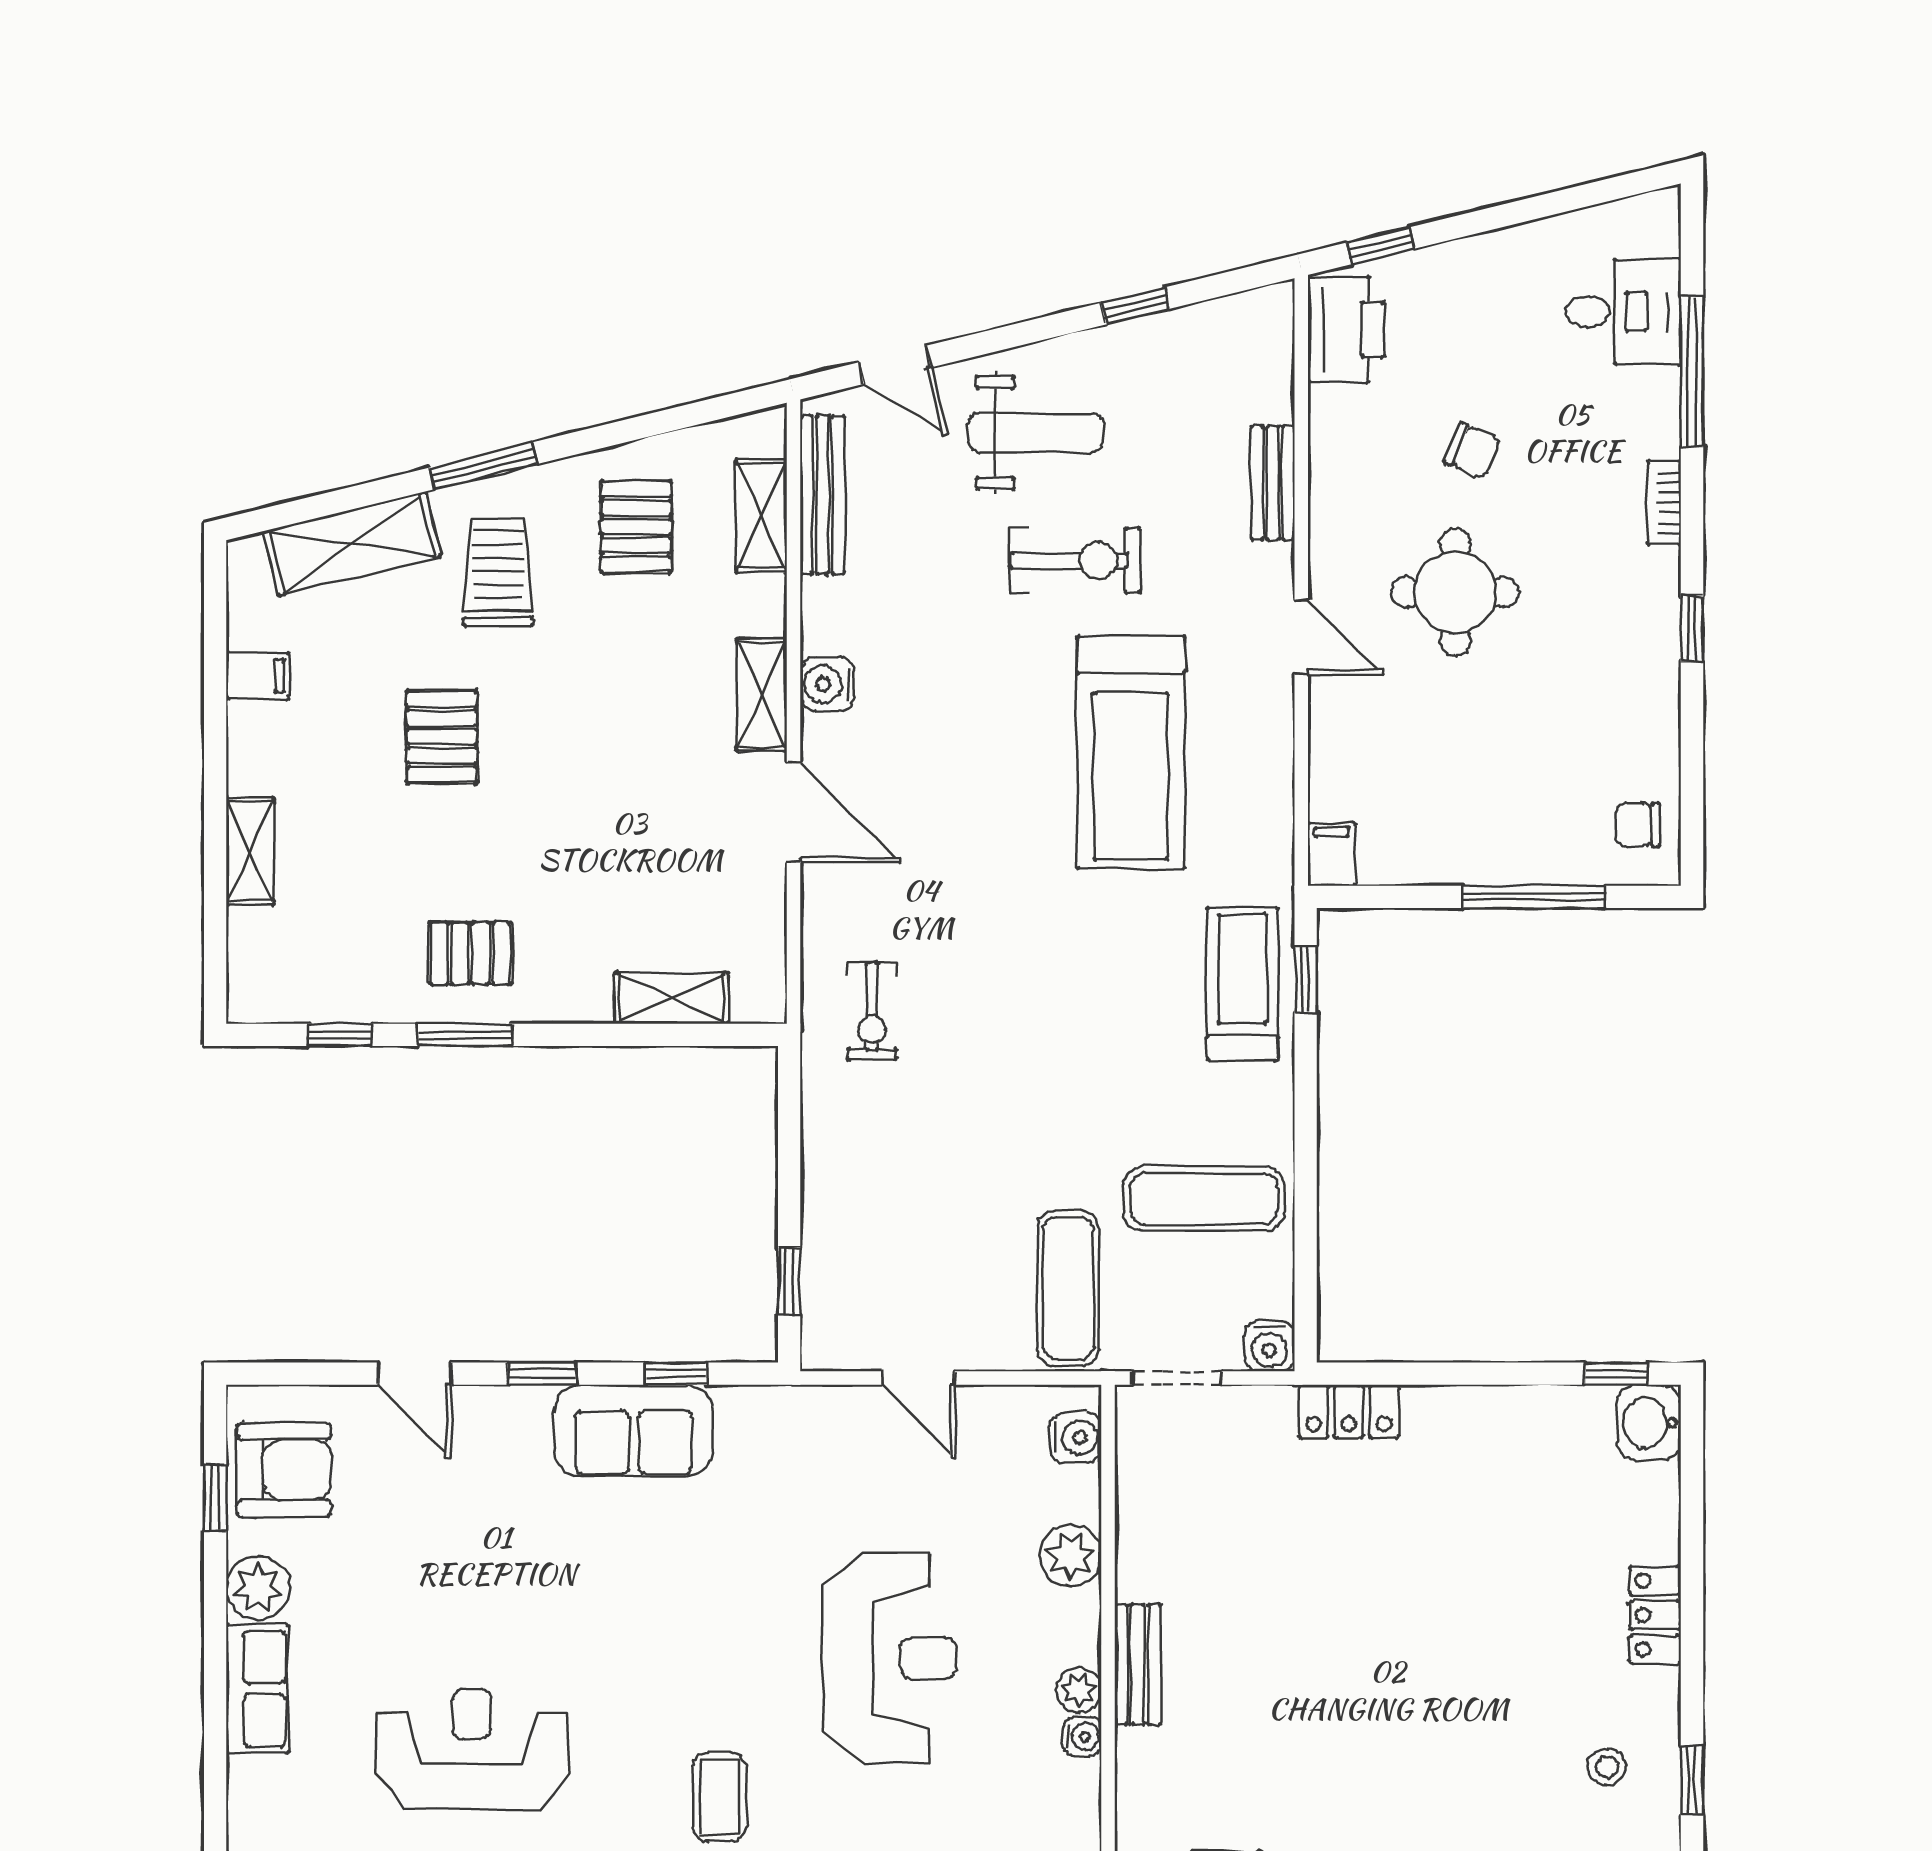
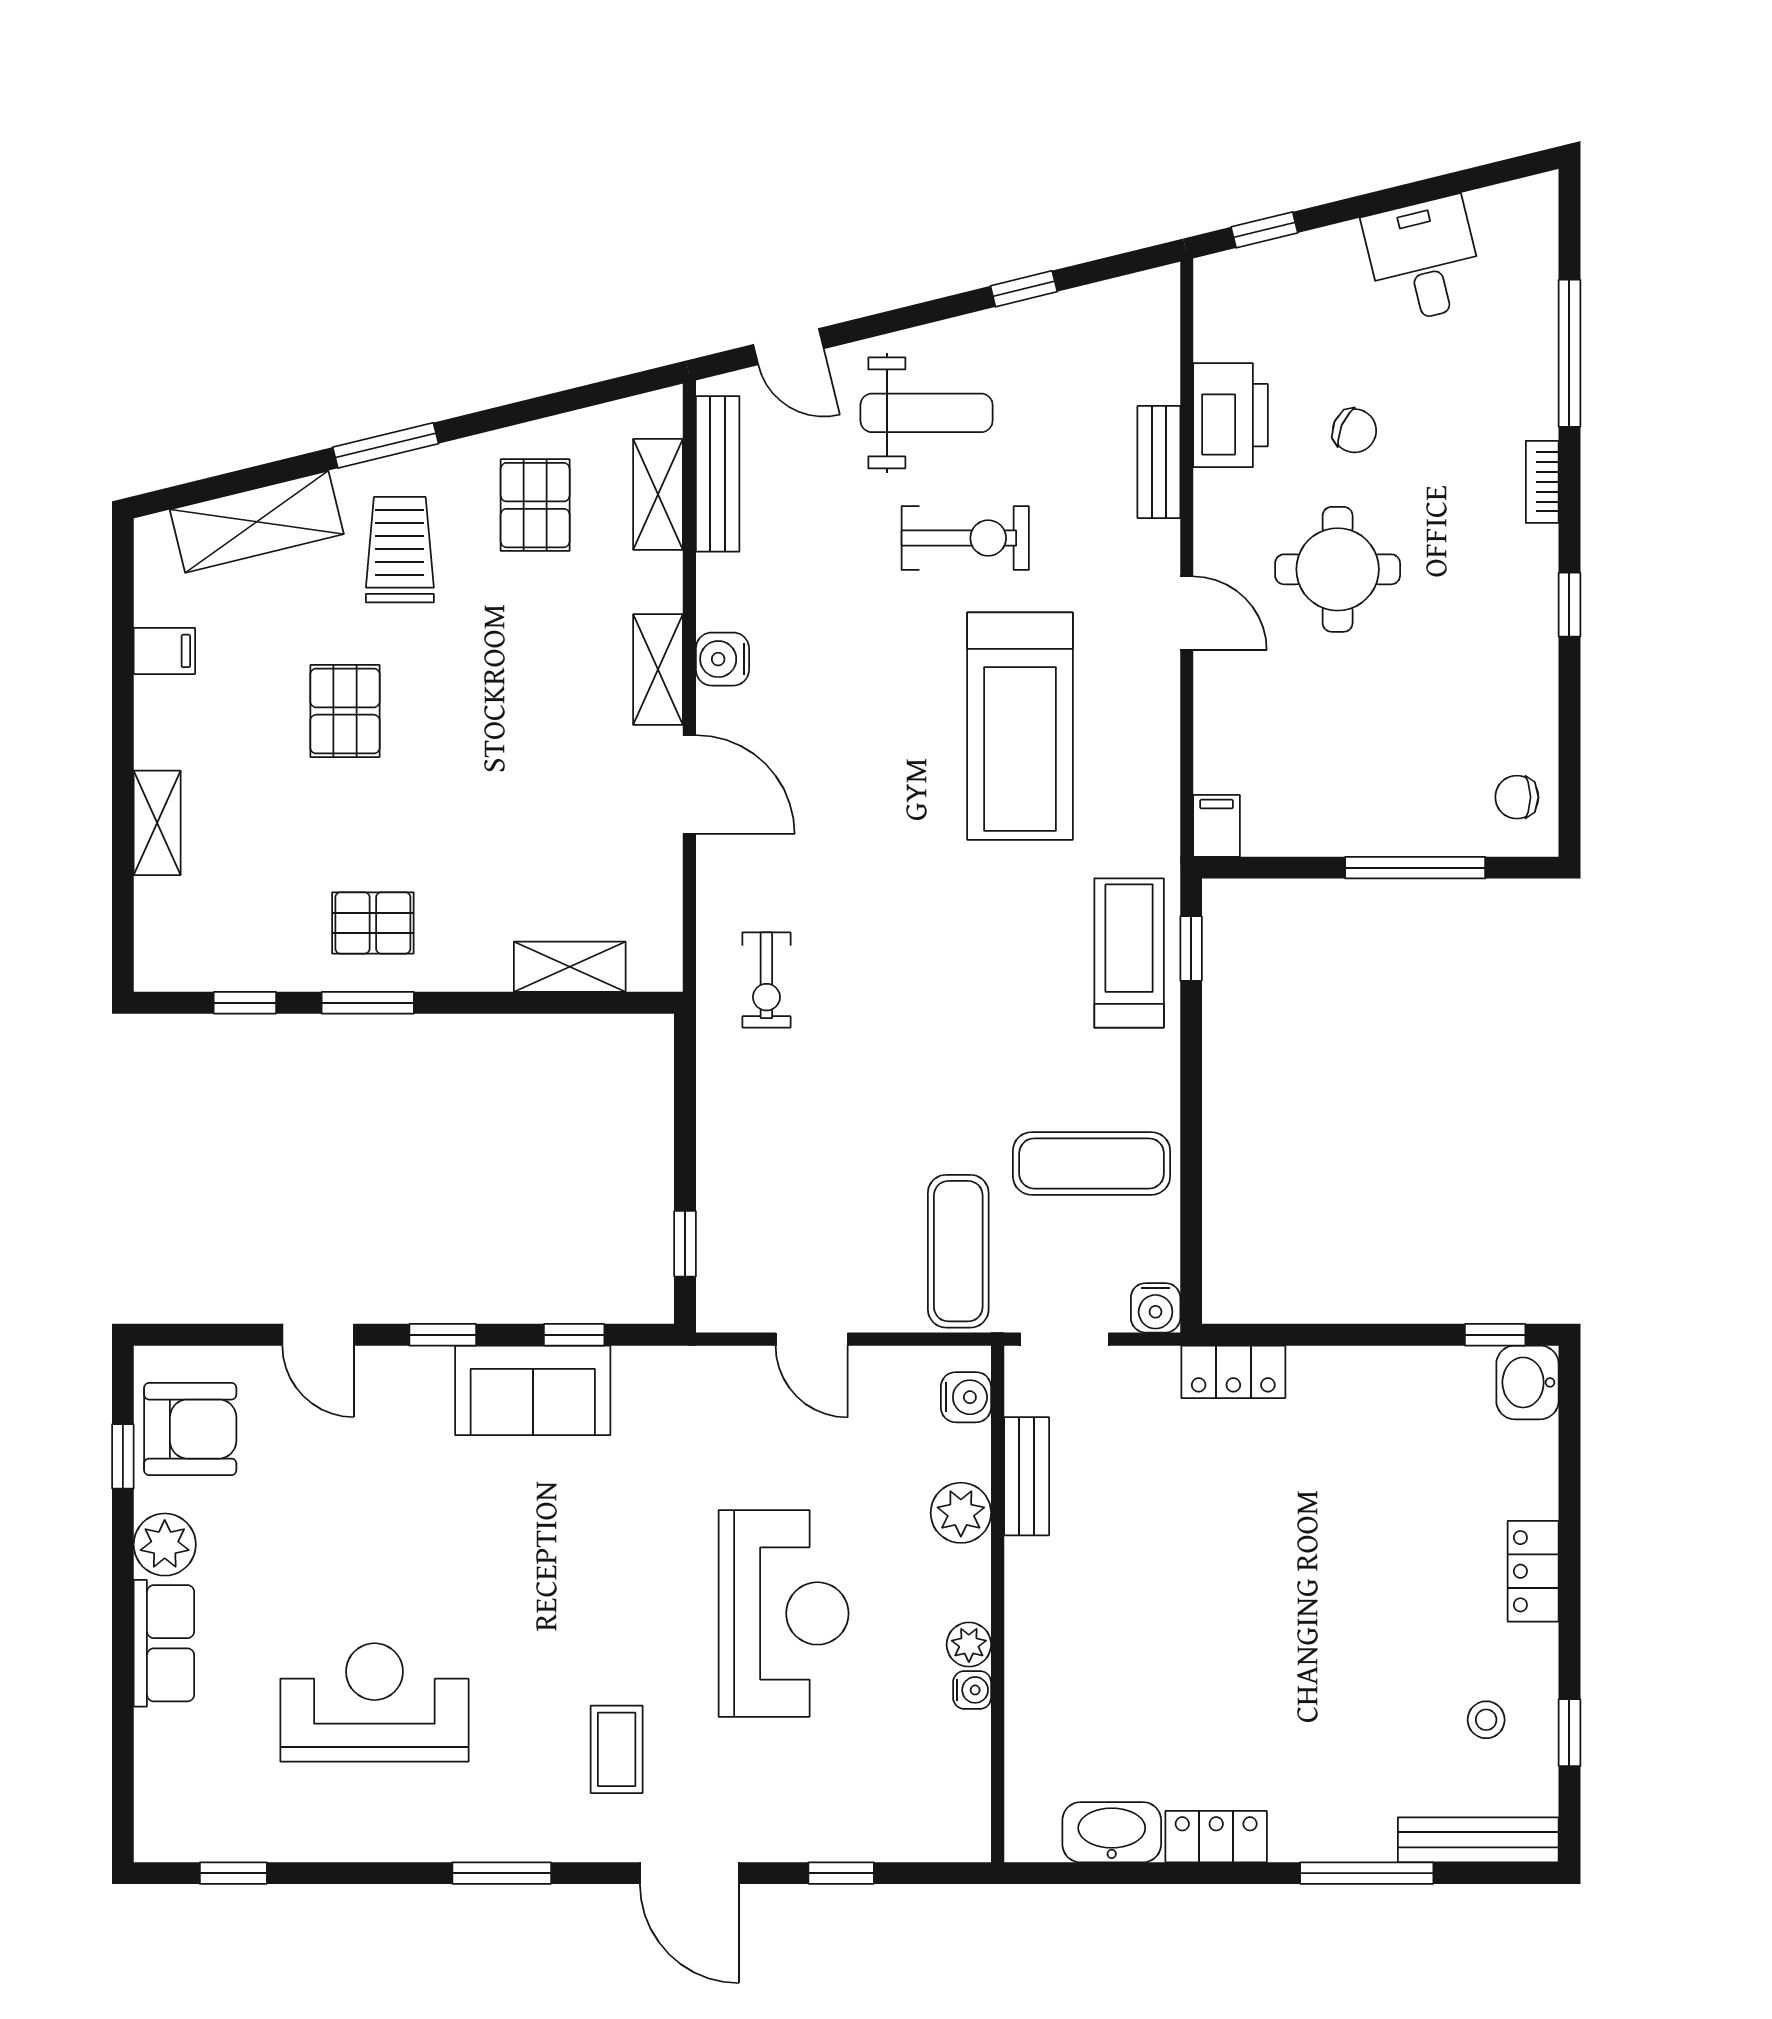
desk: (1624, 312) -> (1424, 260), moved, turned -104
printer: (1346, 329) -> (1231, 415), moved
bench: (1138, 1664) -> (1027, 1476), moved

